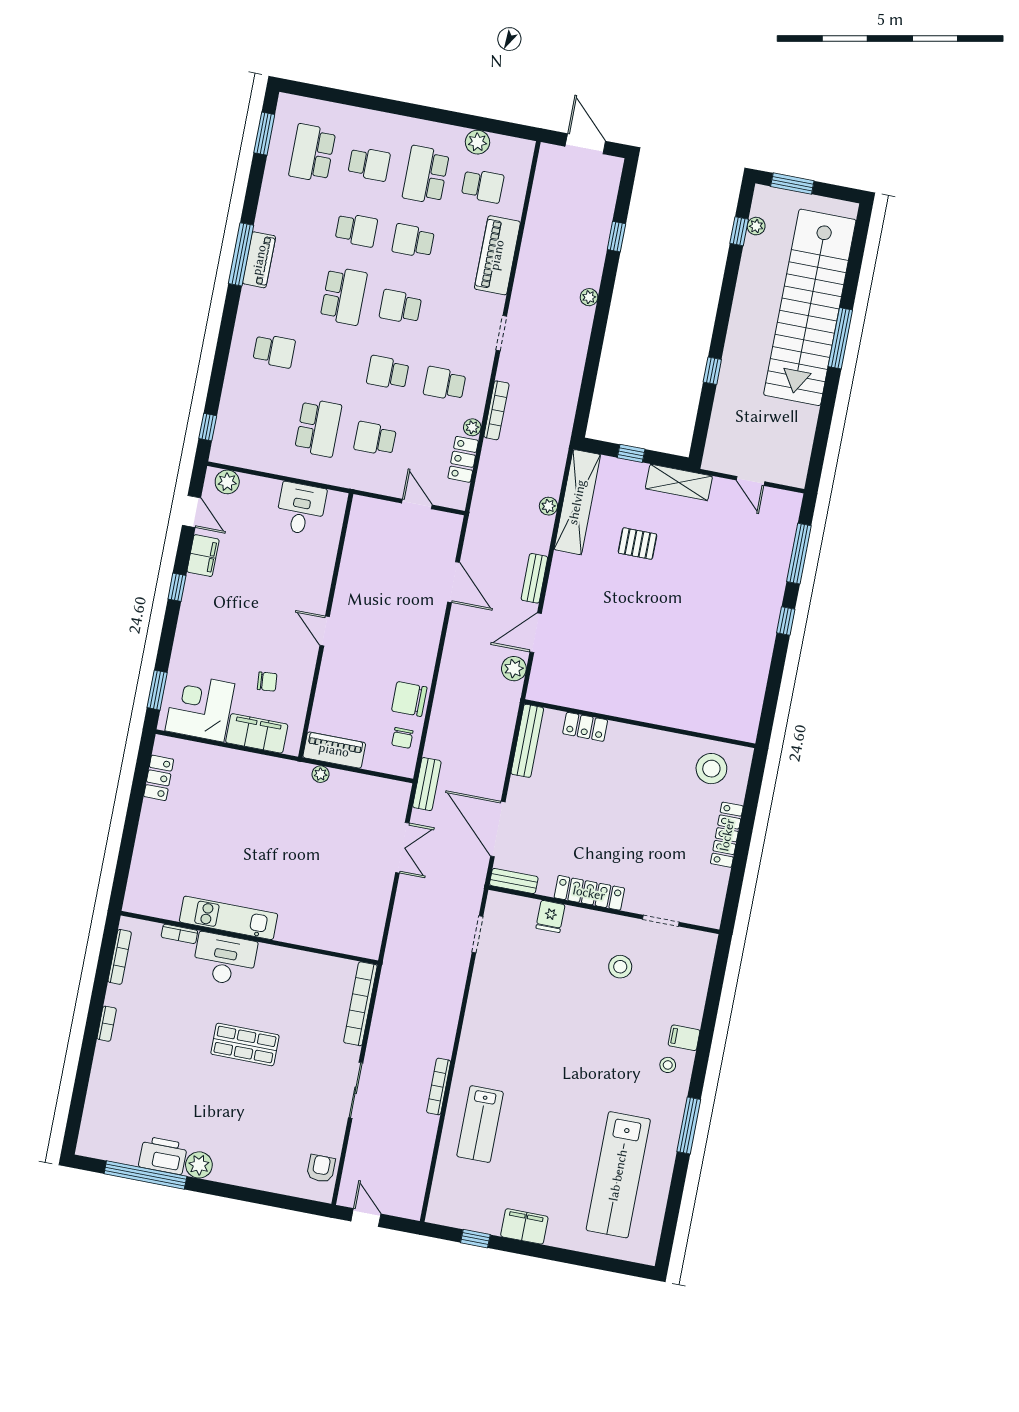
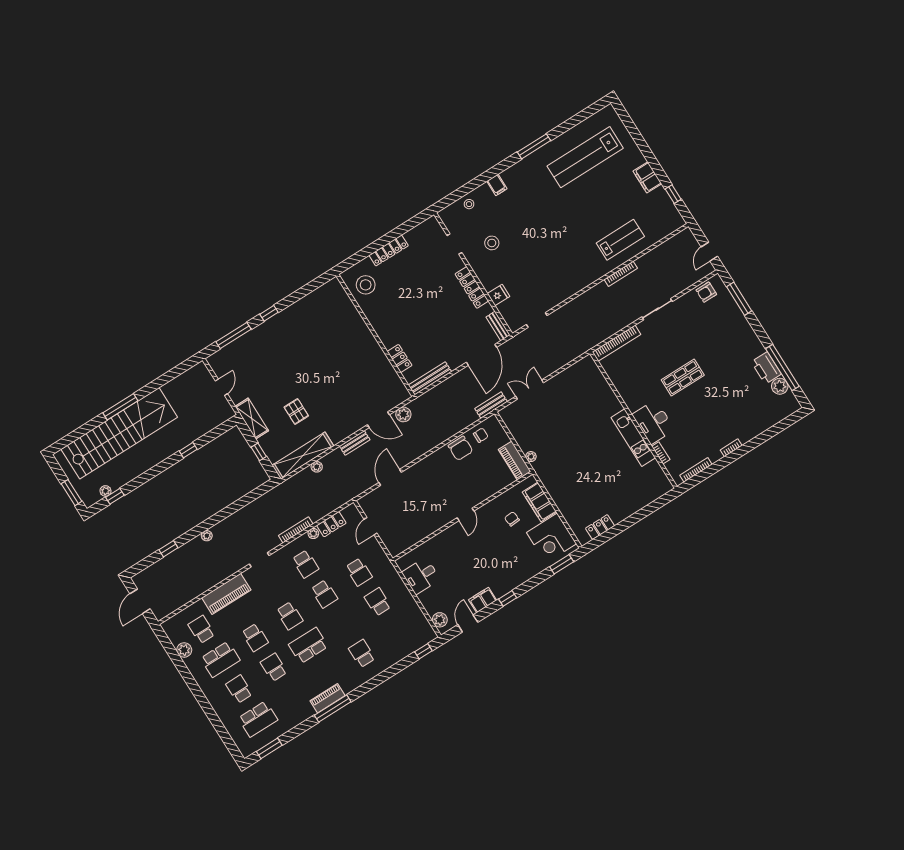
school desk: (318, 428) -> (378, 602), width x0.54
shop shelf: (245, 1045) -> (683, 378), turned 90
stool: (668, 1065) -> (469, 204), moved
plant: (199, 1165) -> (780, 386), moved
lab bench: (618, 1175) -> (585, 157), turned 180
window: (276, 1200) -> (739, 299), added

